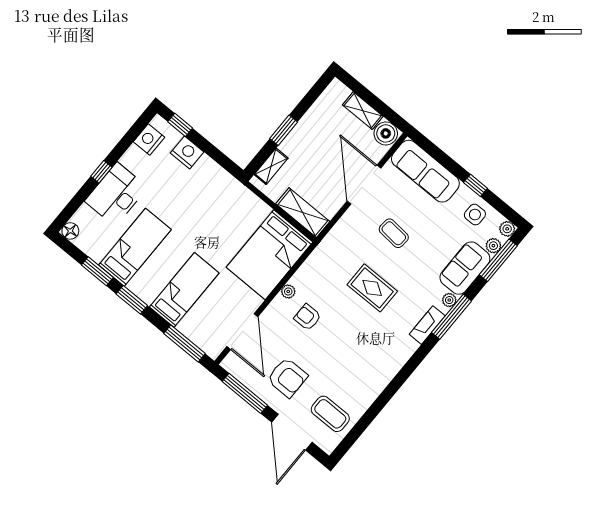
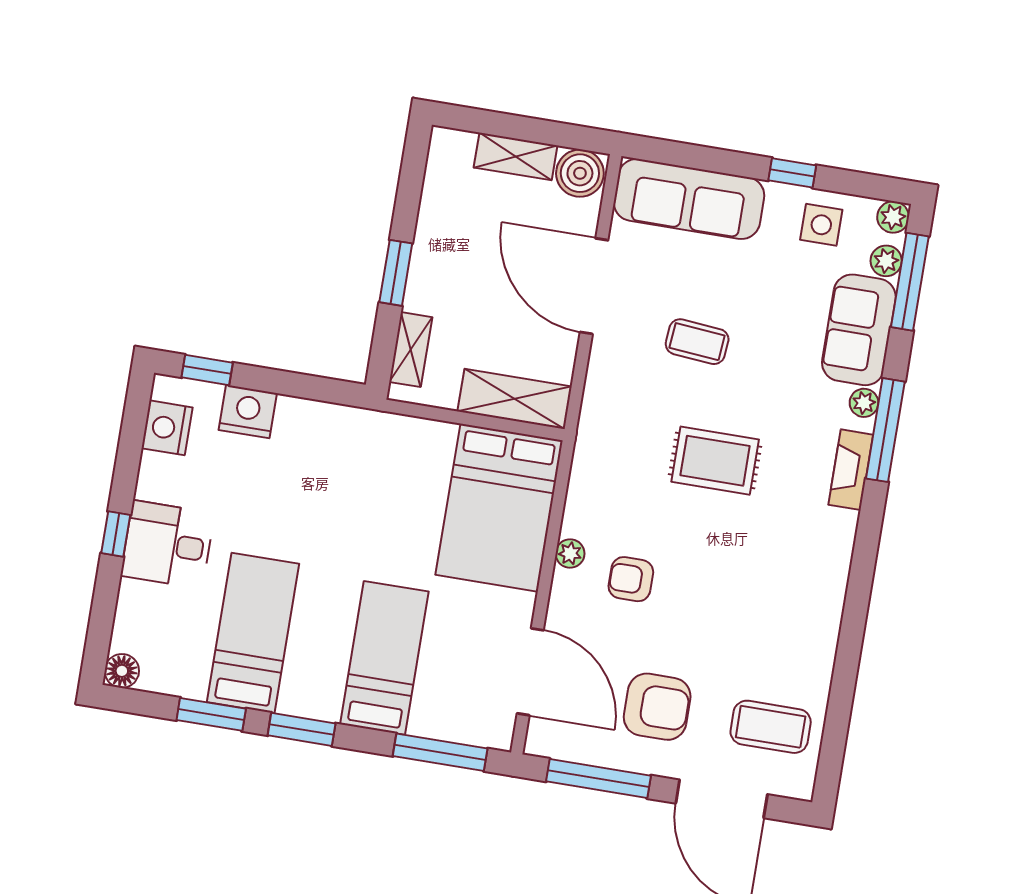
desk: (116, 194) -> (168, 545), width x0.73

